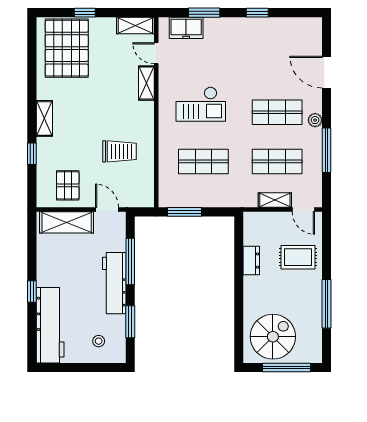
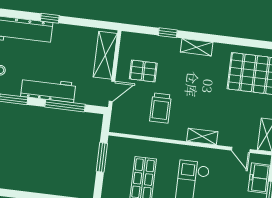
door: (156, 53) -> (241, 150), swing flipped
shelving: (146, 83) -> (202, 137), moved
pallet: (68, 185) -> (143, 71), moved

